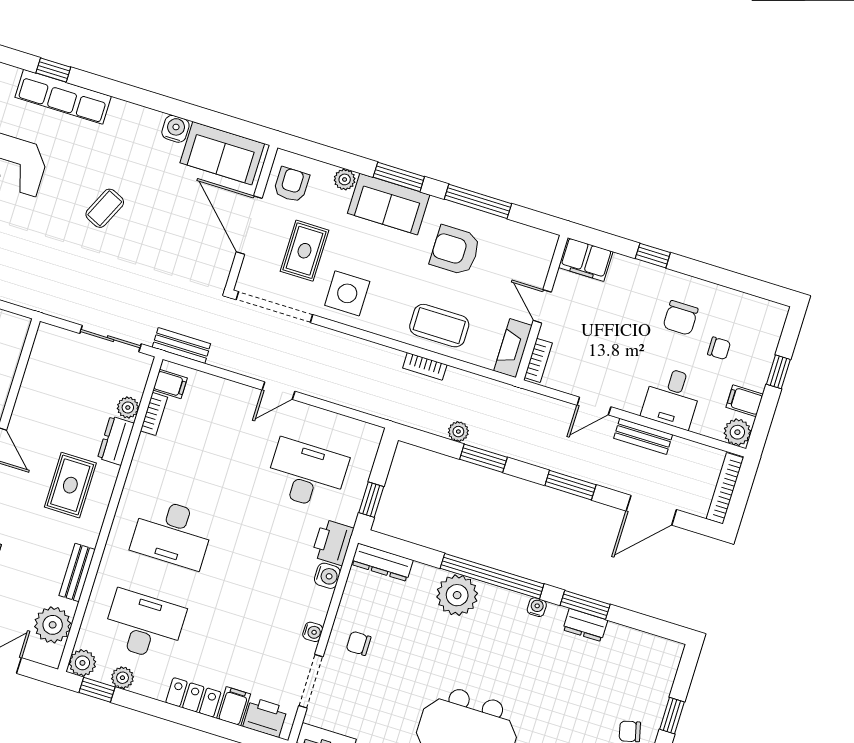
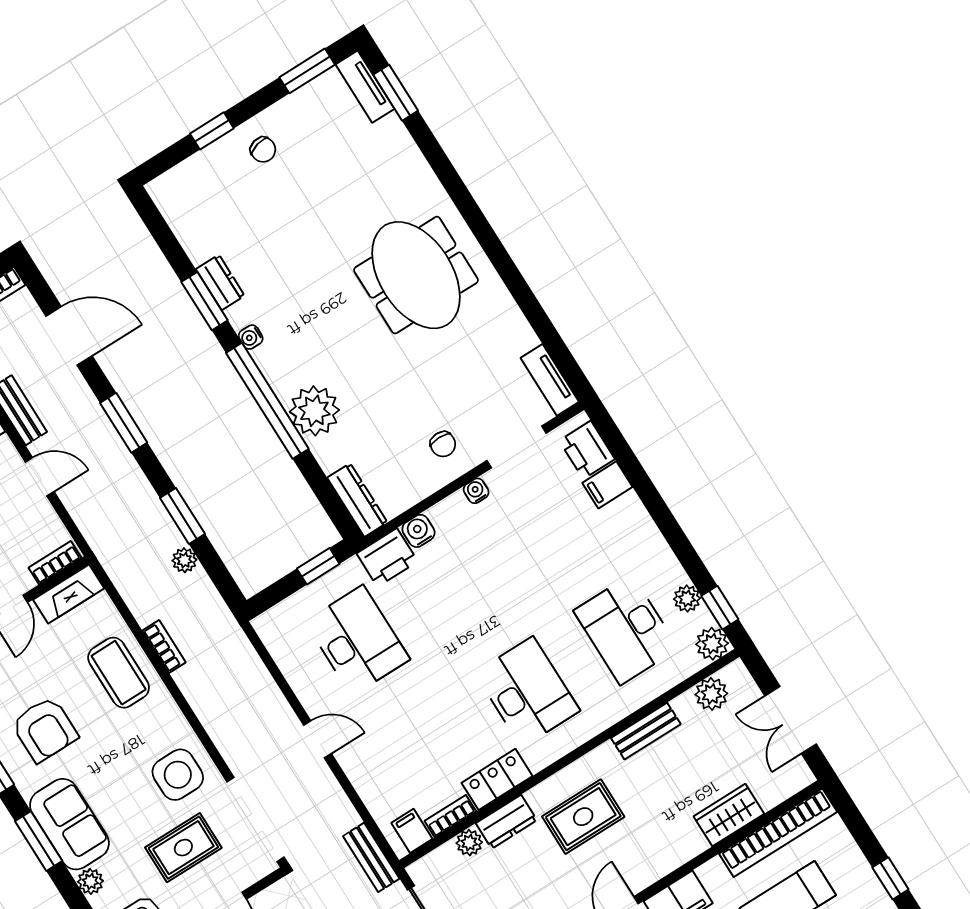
desk: (307, 474) -> (357, 640), turned 180
plant: (53, 625) -> (711, 694), width x0.73, depth x0.73
locker: (193, 697) -> (497, 779), moved, turned 90

